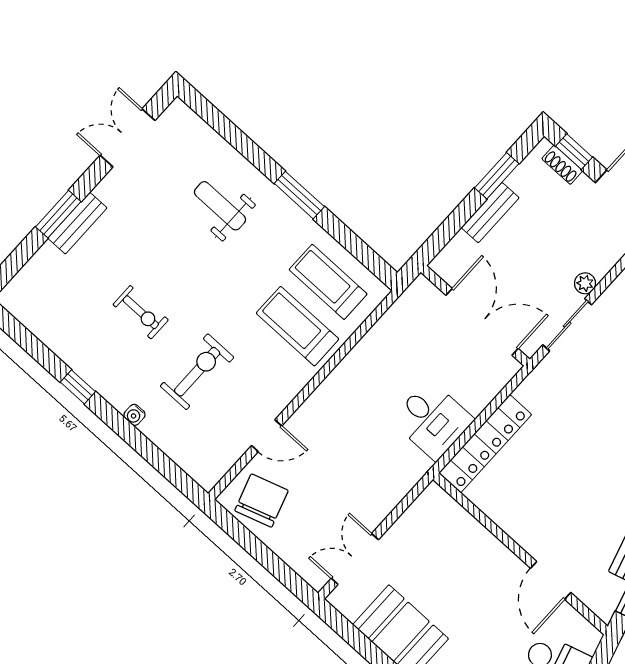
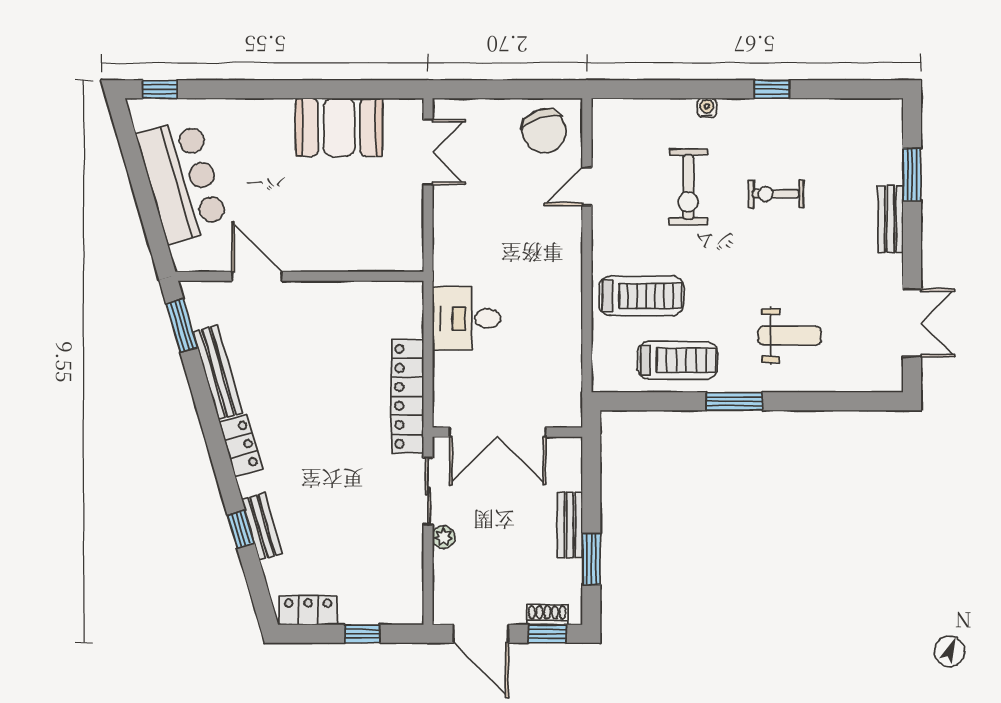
window: (58, 214) -> (912, 175), moved
treadmill: (328, 282) -> (677, 360), moved
locker: (485, 444) -> (407, 396), moved

